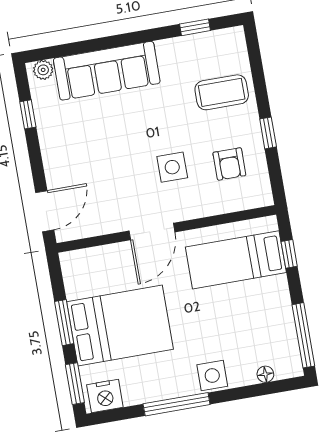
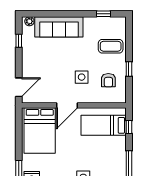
window: (64, 323) -> (19, 141), removed
bed: (120, 325) -> (40, 131), moved, turned 90

